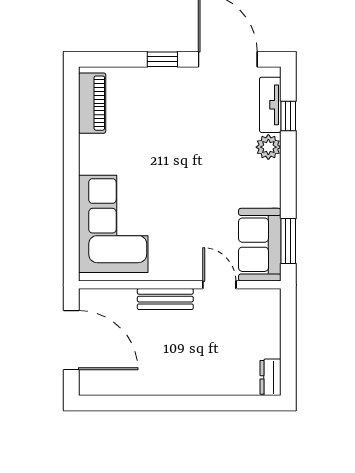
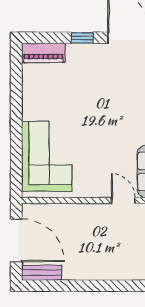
piano: (92, 103) -> (43, 53), moved, turned 90
bench: (165, 299) -> (42, 273), moved

